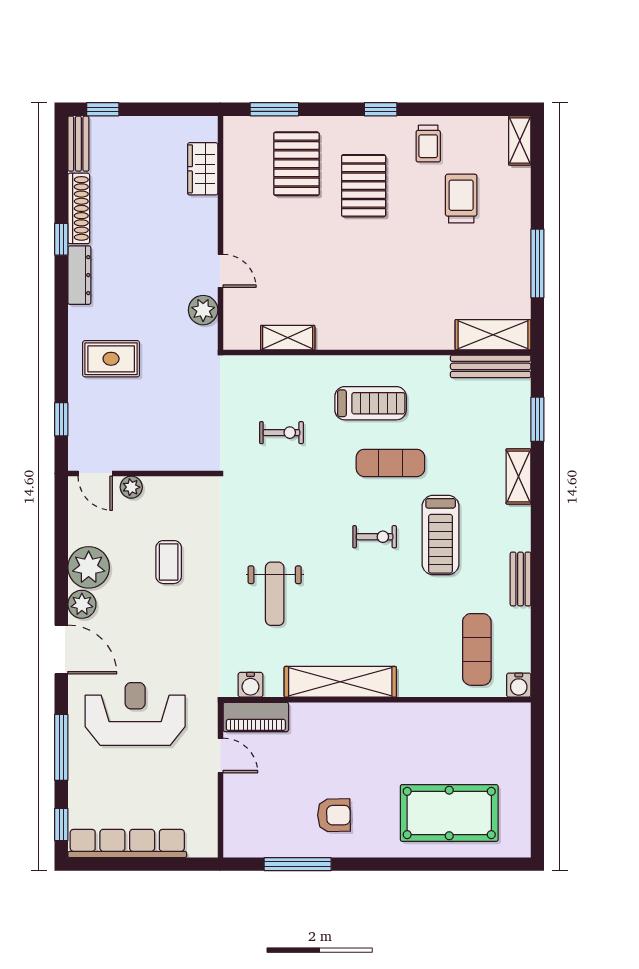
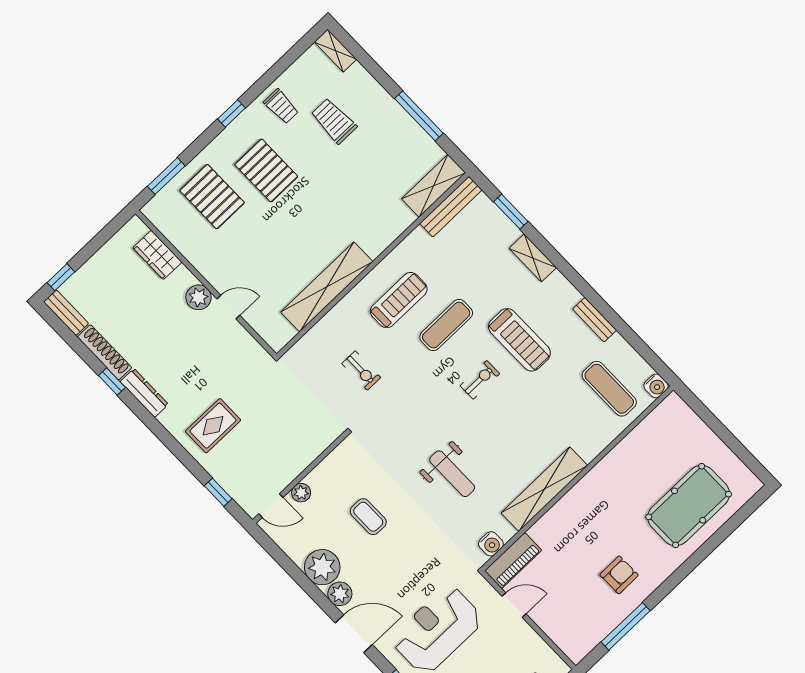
plant: (203, 310) -> (198, 297), moved
shelving: (288, 338) -> (327, 287), width x2.20, depth x1.33
exercise bike: (281, 433) -> (361, 371), turned 90

